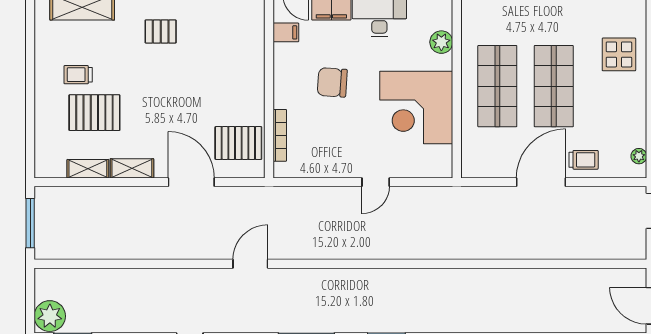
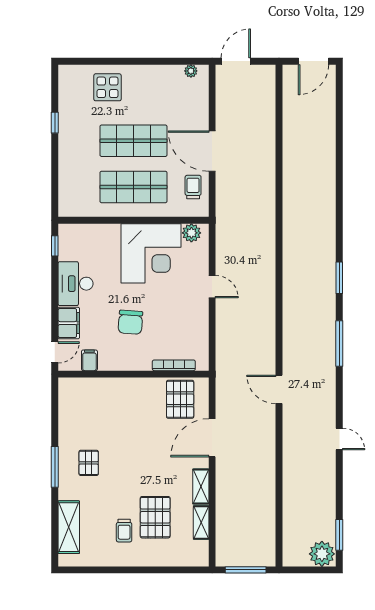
plant: (441, 42) -> (191, 233), moved
trolley: (584, 160) -> (193, 187), moved

